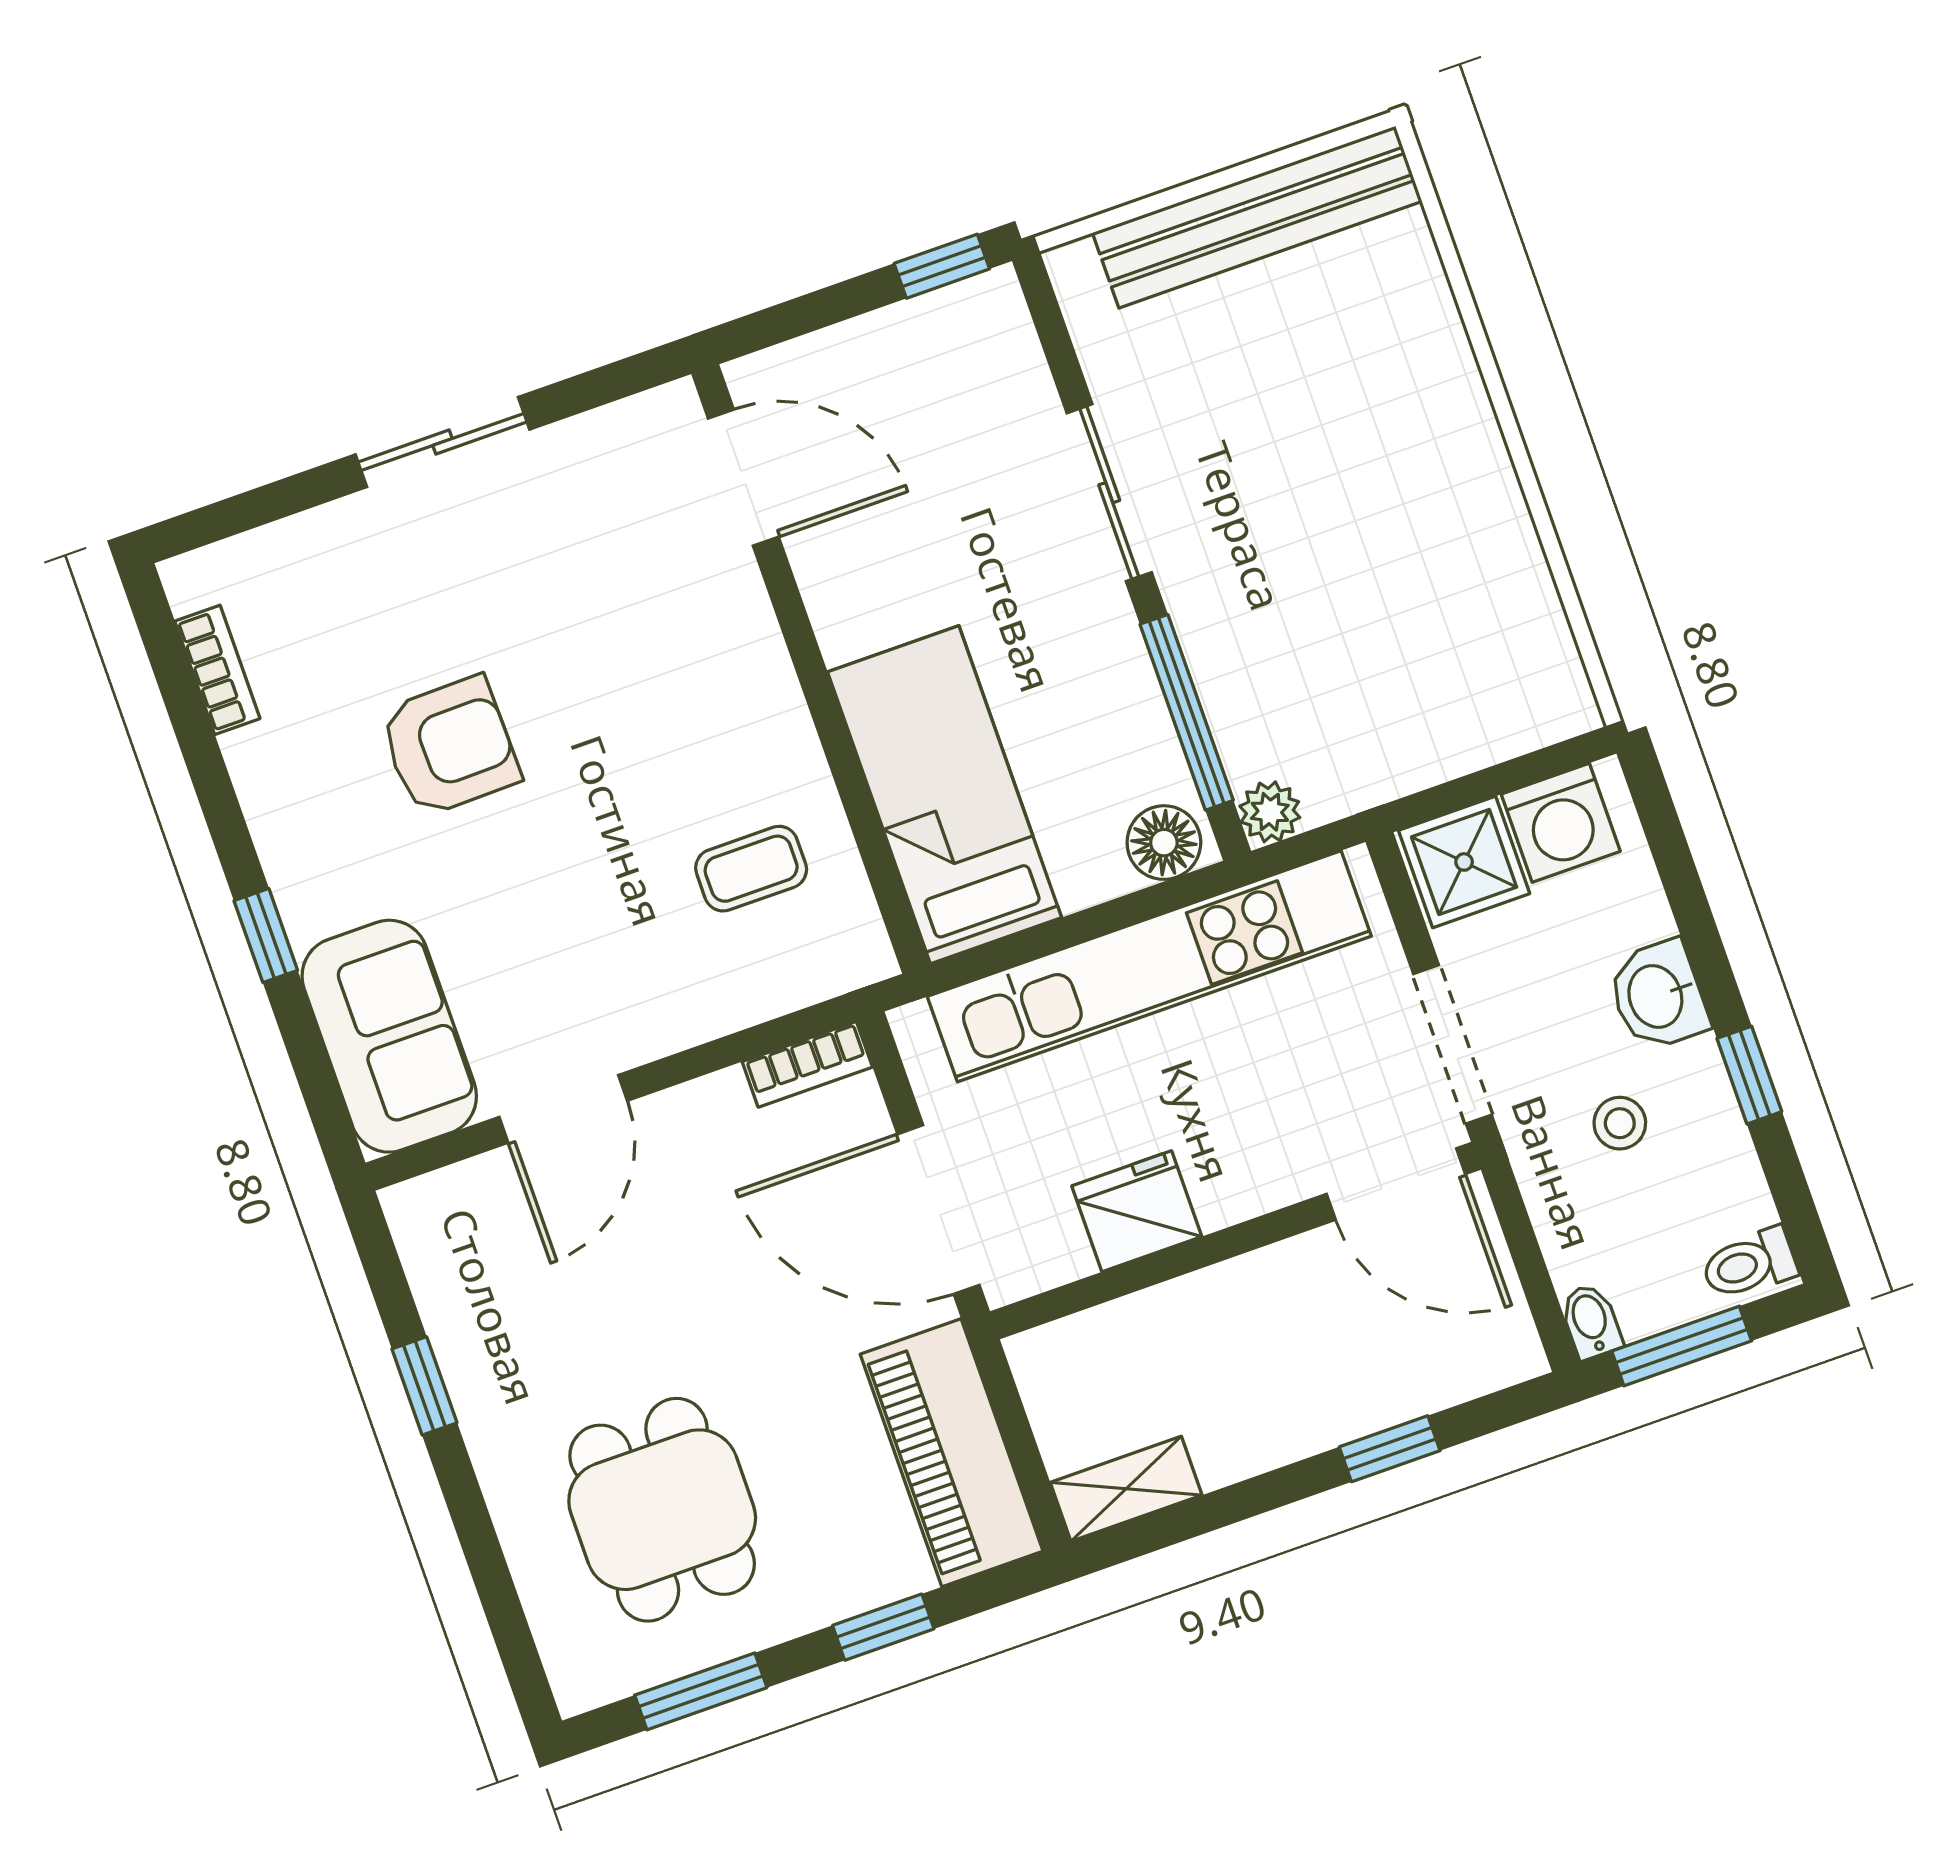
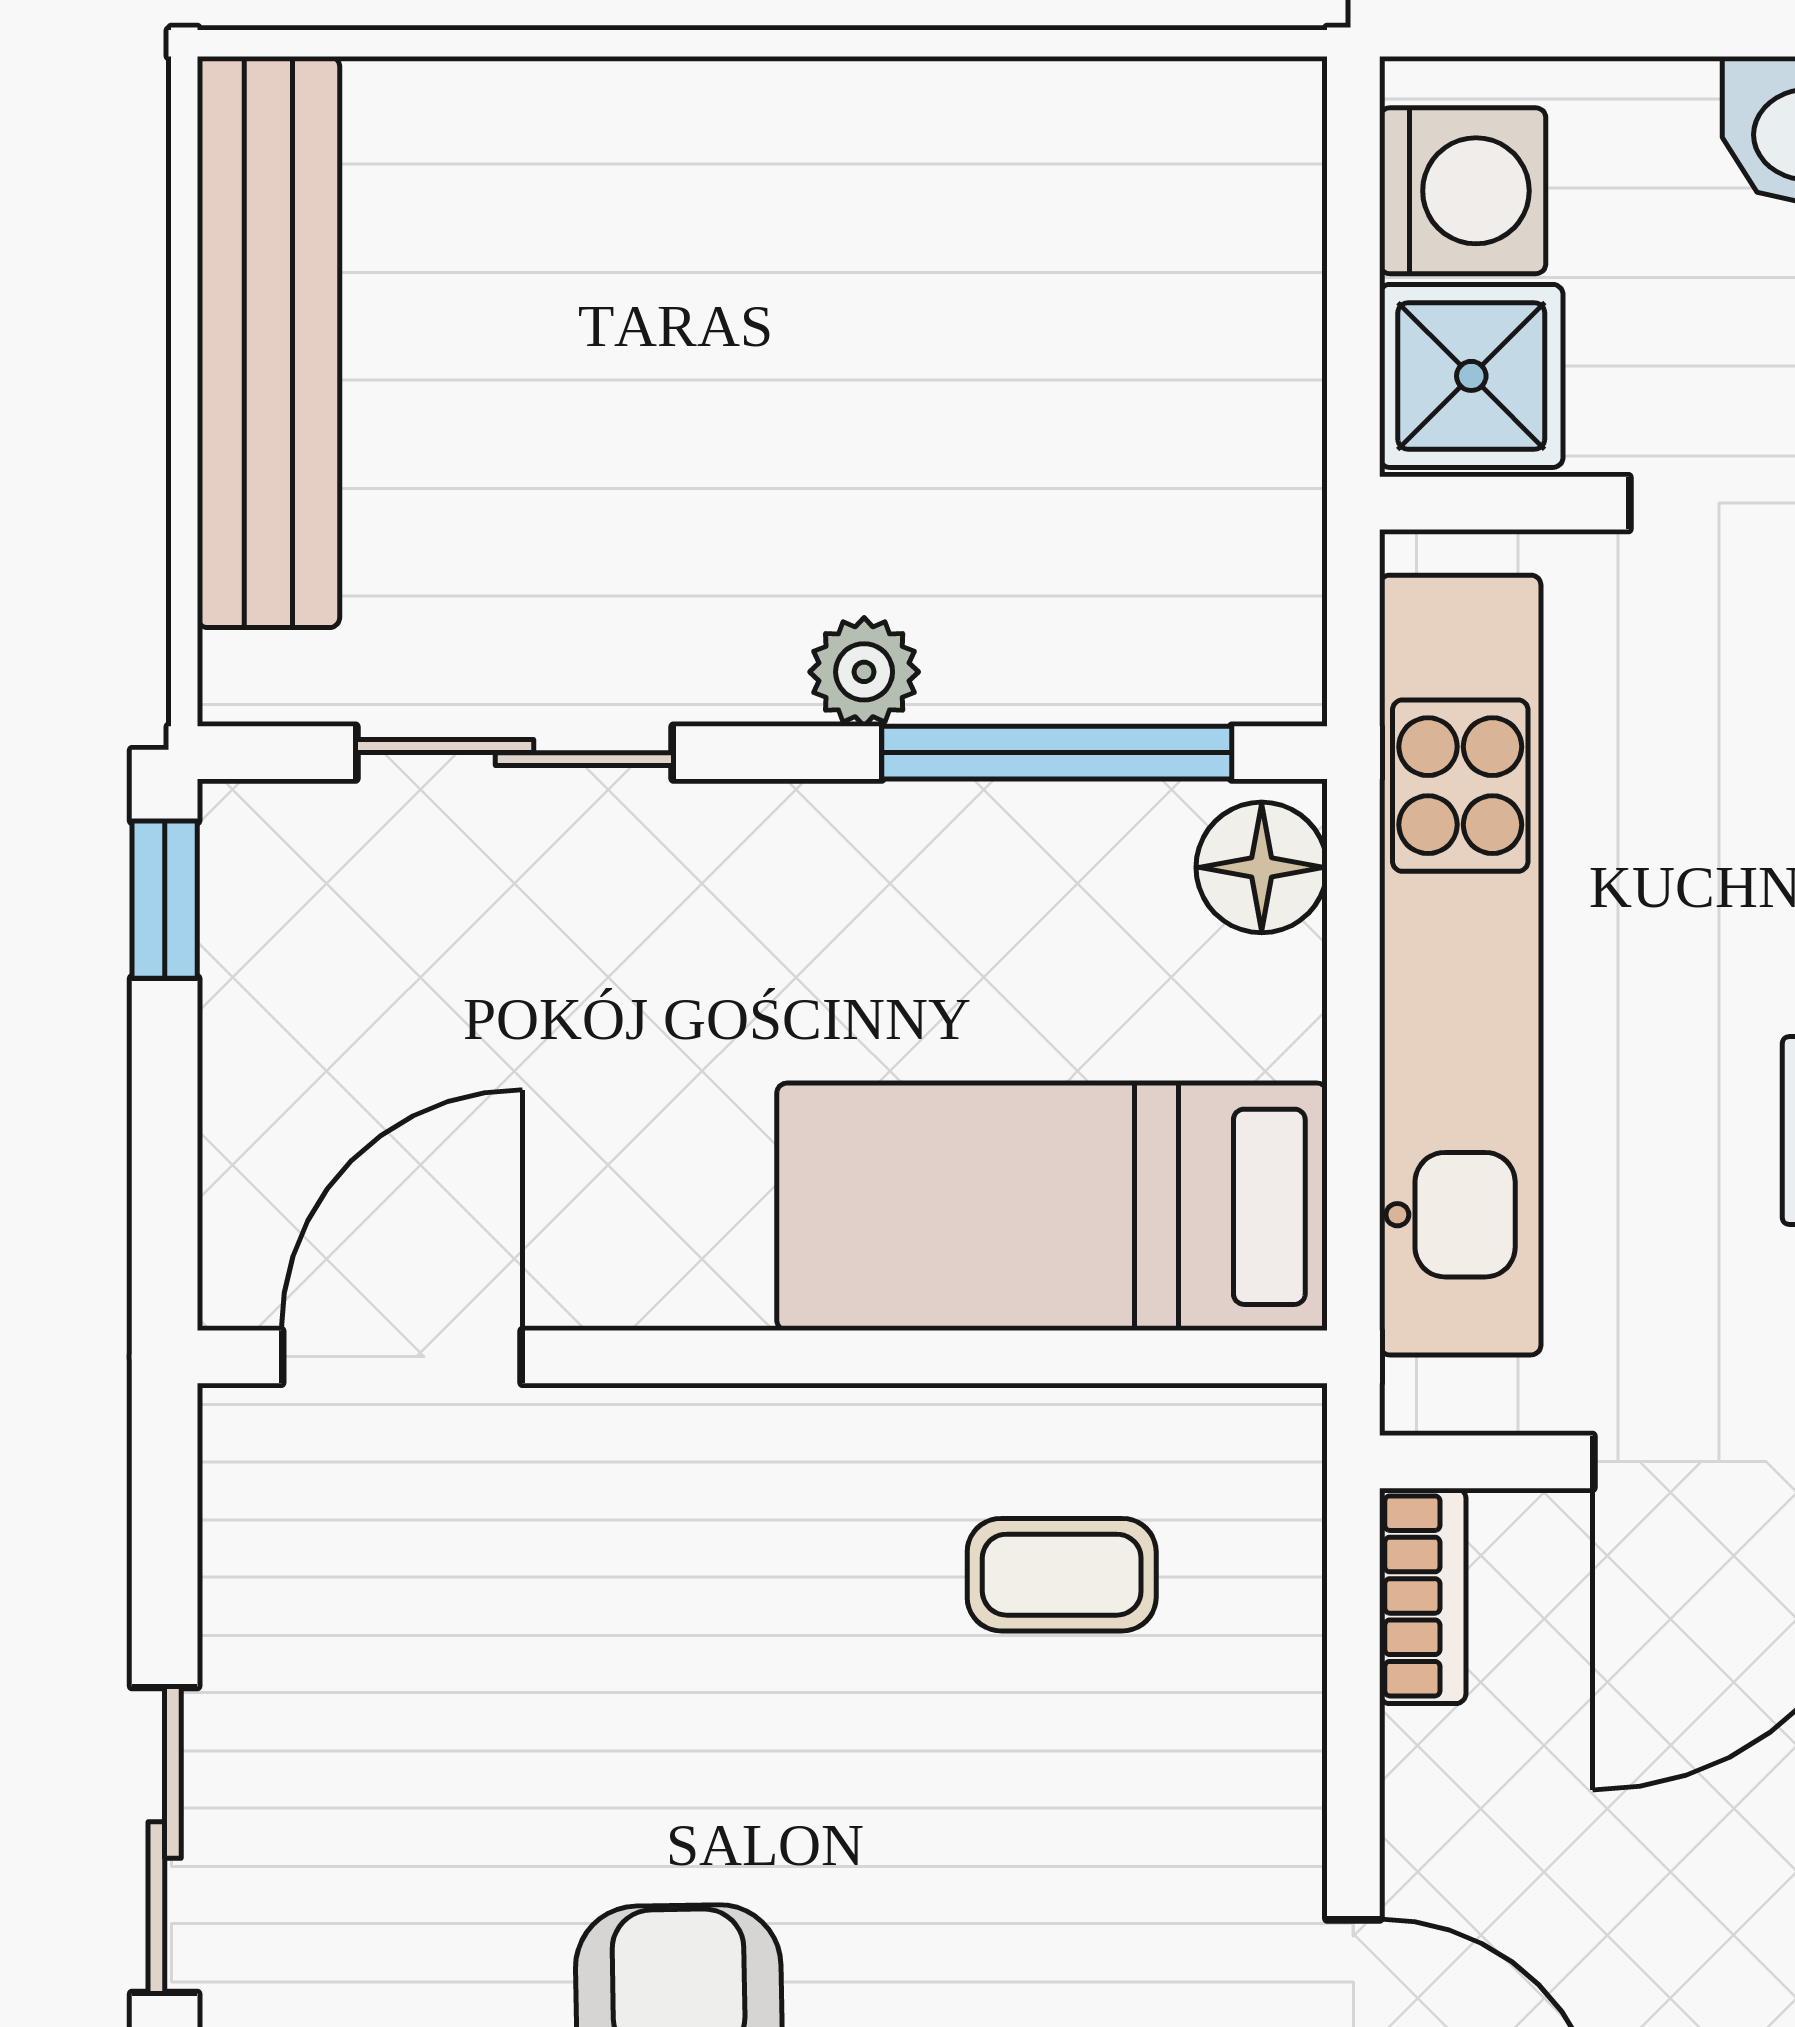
sliding door: (1109, 493) -> (514, 753), moved
plant: (1270, 812) -> (864, 672), moved
coffee table: (751, 869) -> (1062, 1575), turned 90

